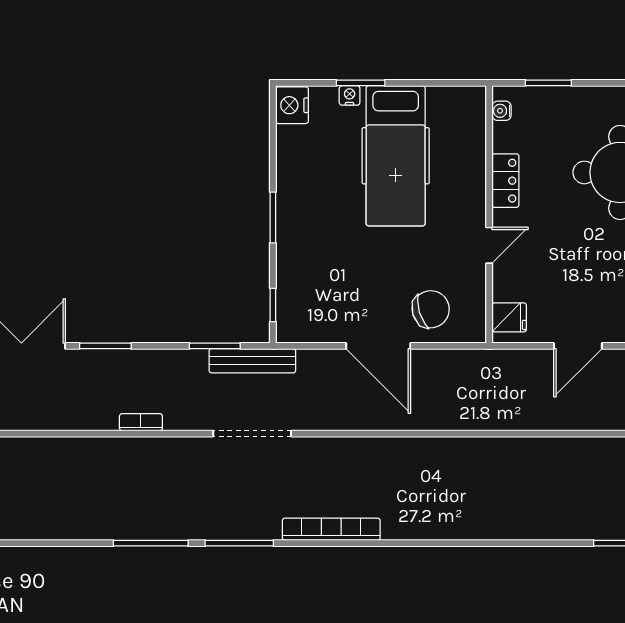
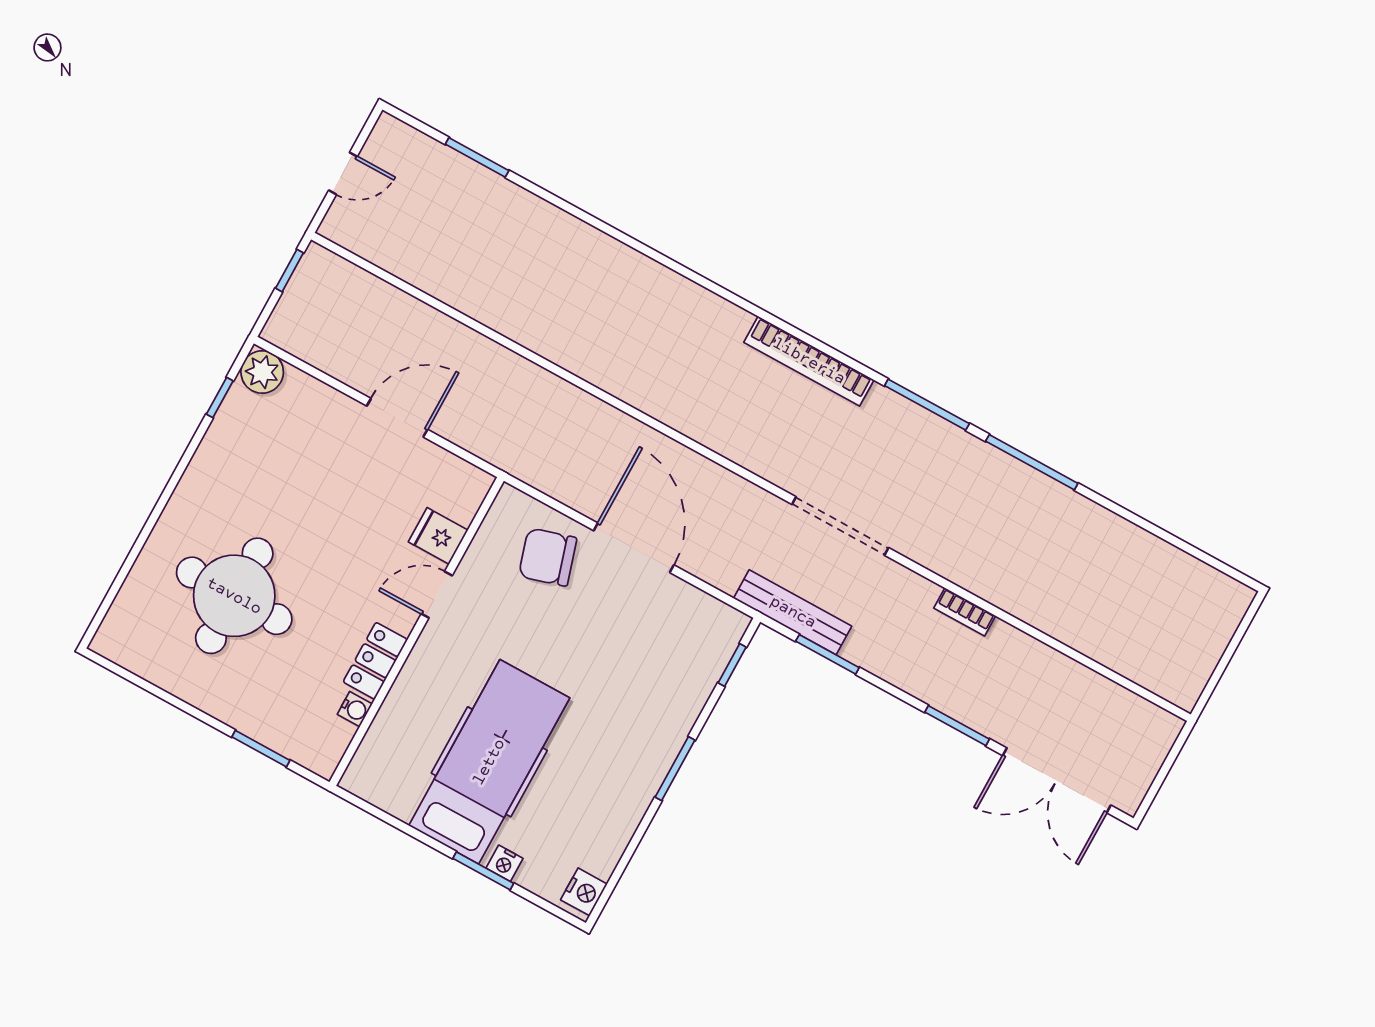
nightstand: (292, 105) -> (584, 892), width x0.74, depth x0.75
water cooler: (502, 111) -> (355, 709), moved
fridge: (509, 317) -> (438, 536), moved

